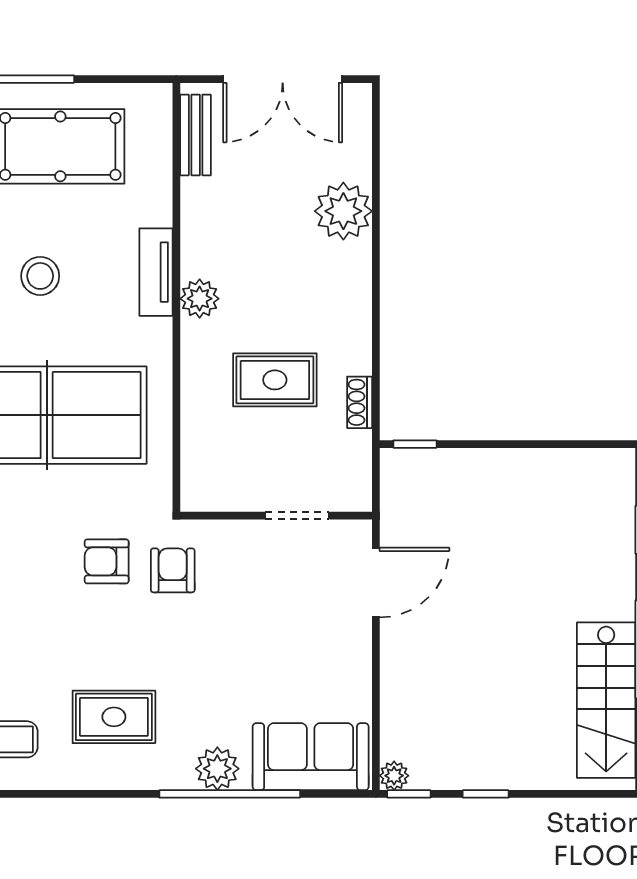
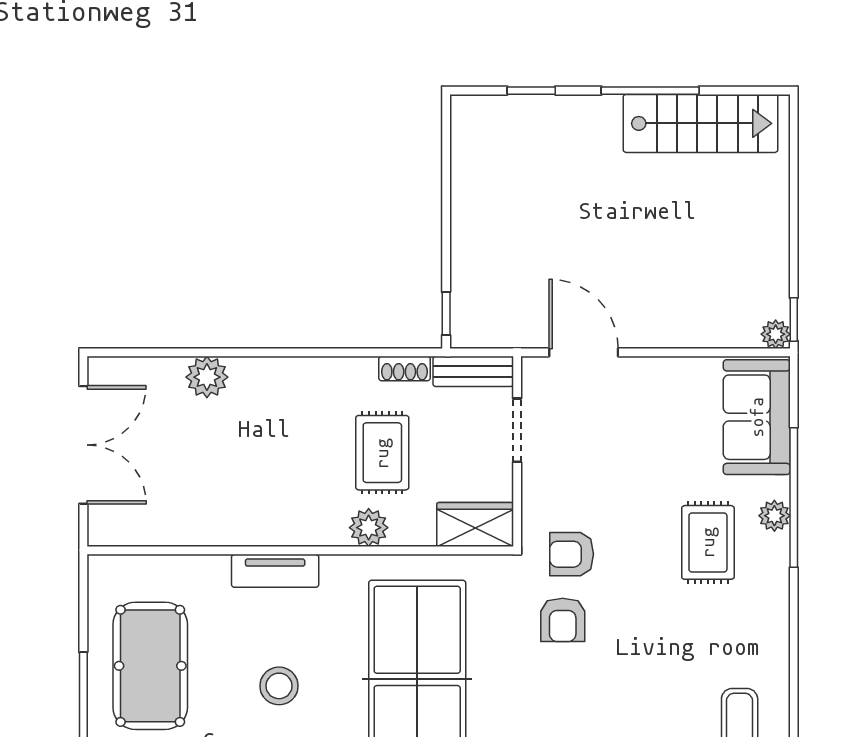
bench: (196, 135) -> (473, 371), moved
plant: (343, 211) -> (207, 377), width x0.73, depth x0.73
plant: (200, 299) -> (369, 528), moved
wardrobe: (203, 473) -> (475, 525), added
rug: (114, 717) -> (708, 542), moved
plant: (217, 769) -> (774, 516), width x0.73, depth x0.73
window: (486, 794) -> (794, 243), removed

